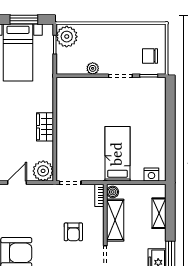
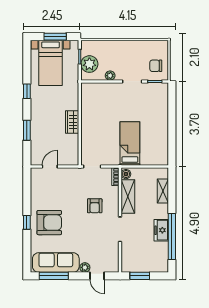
plant: (67, 37) -> (89, 64), moved
plant: (43, 171) -> (71, 157), removed
nightstand: (151, 175) -> (157, 160), removed

